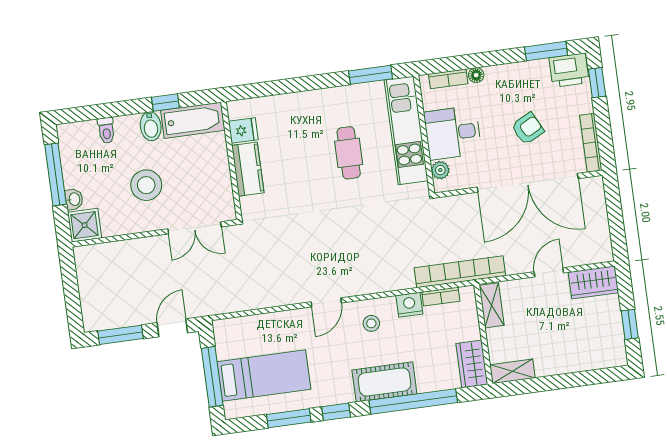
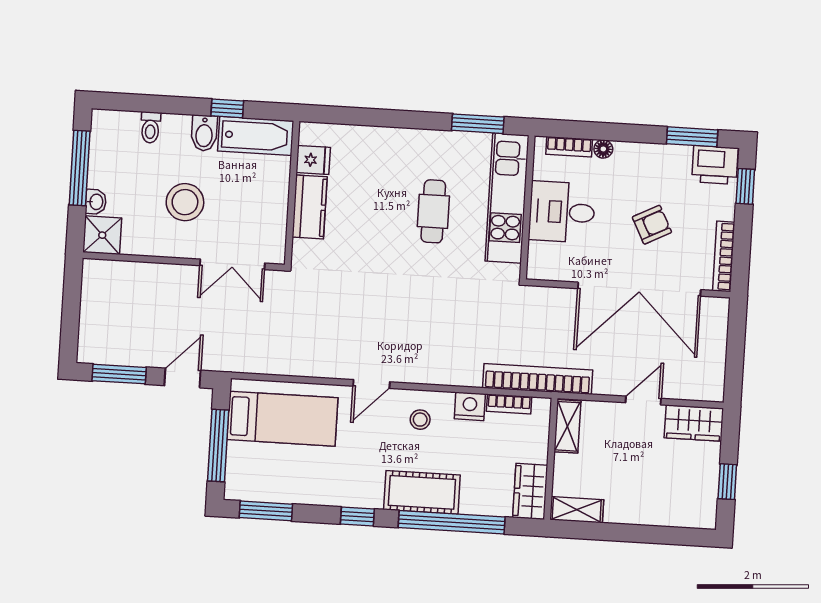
plant: (440, 170) -> (538, 253), removed
bed: (264, 376) -> (282, 419), moved
window: (289, 418) -> (266, 511), moved

